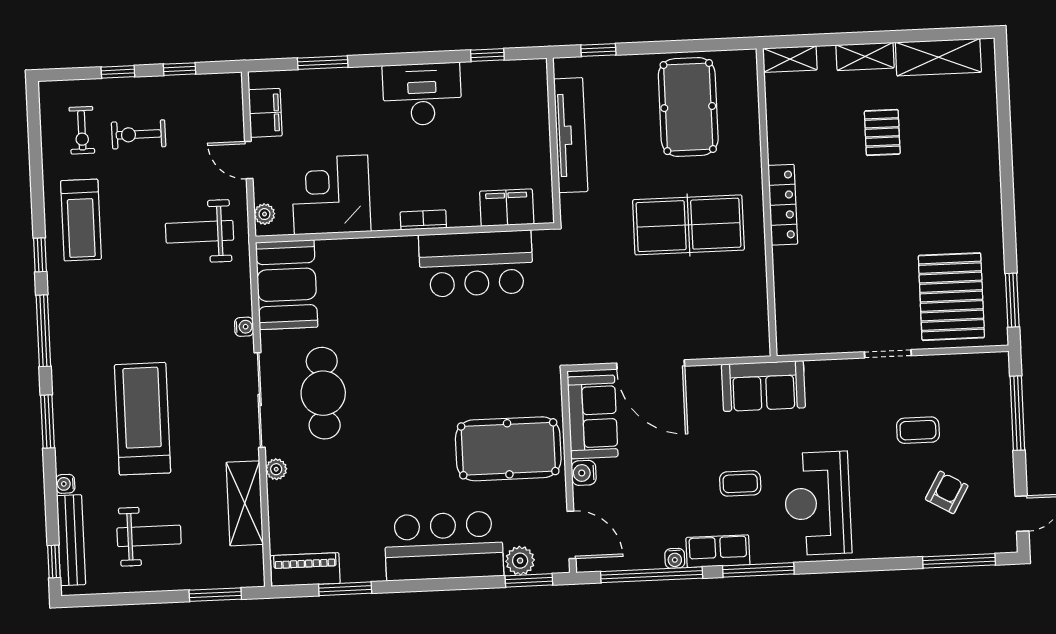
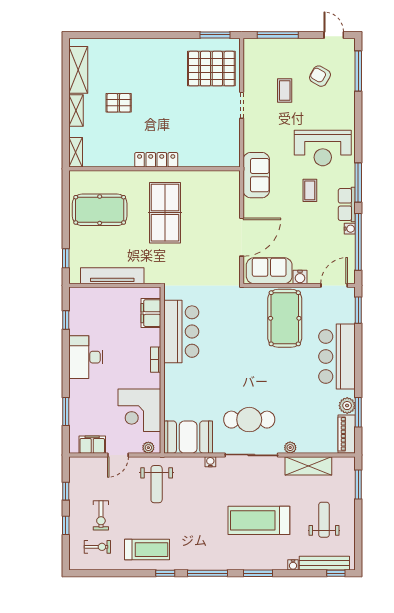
plant: (520, 561) -> (347, 406), moved

